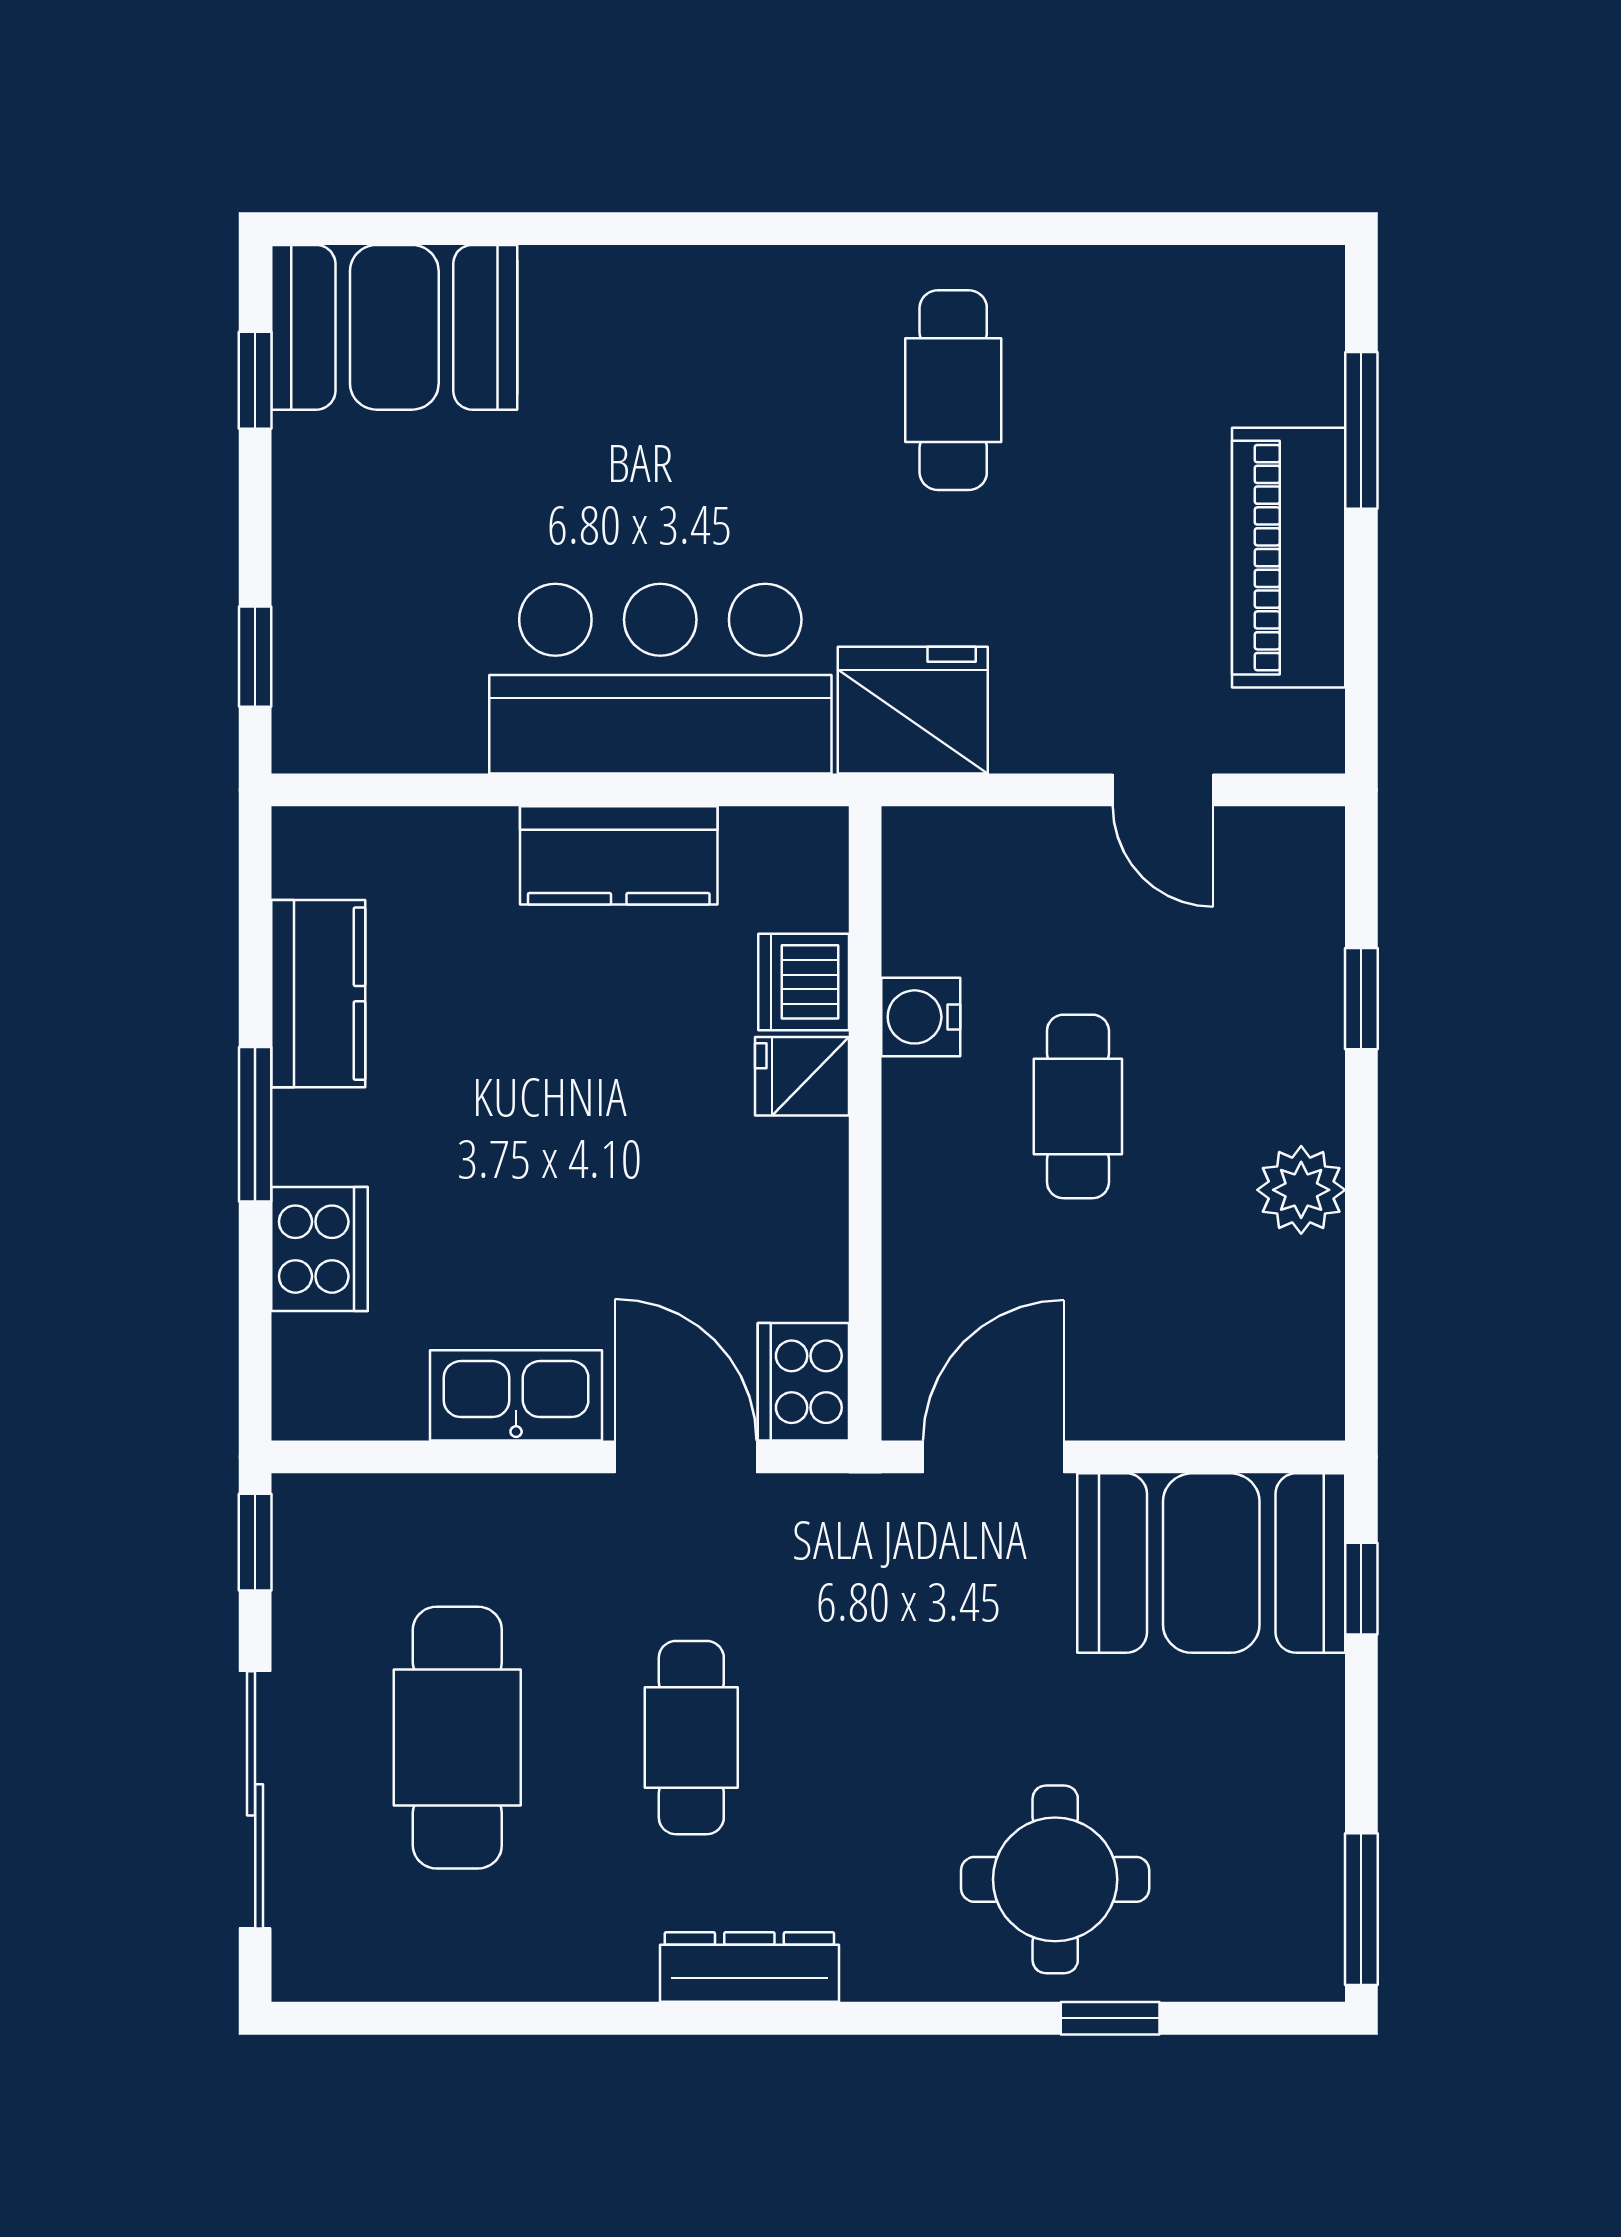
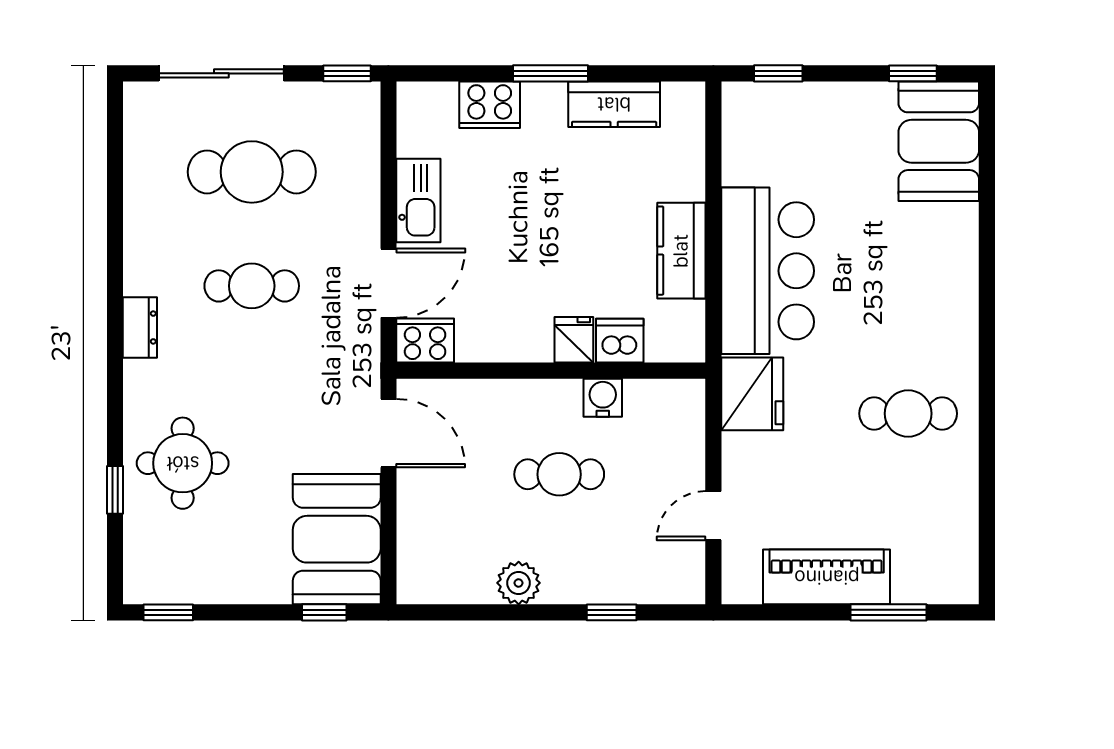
window: (1361, 1909) -> (168, 612), width x0.67
dresser: (749, 1967) -> (140, 327), width x0.70

